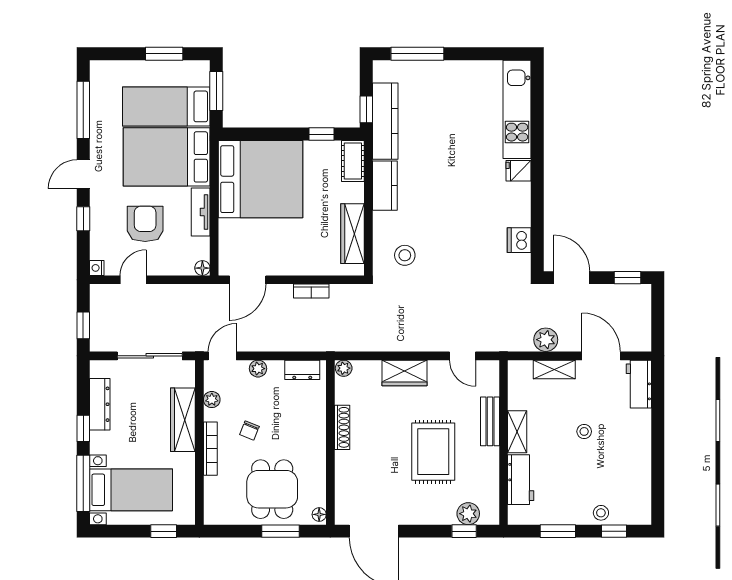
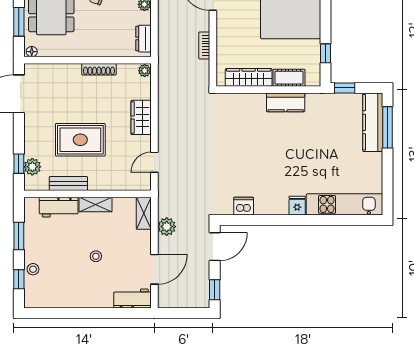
kitchen counter: (385, 121) -> (373, 122), moved, turned 90
cot: (353, 161) -> (289, 78), moved
stool: (405, 255) -> (232, 118), removed
shelving: (554, 369) -> (144, 213), moved
bench: (490, 421) -> (68, 183), moved

